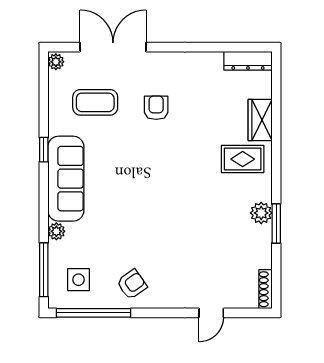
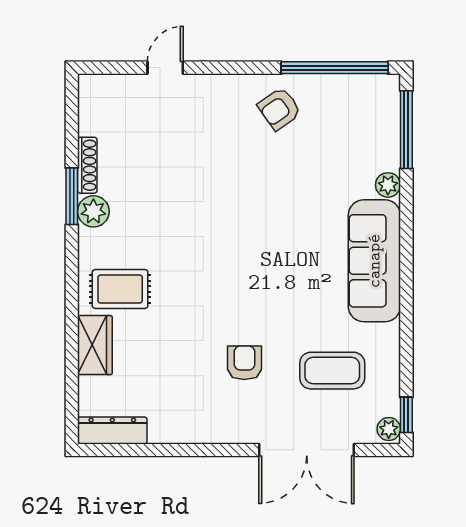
armchair: (156, 108) -> (244, 363), turned 180
window: (44, 150) -> (406, 415), moved
side table: (79, 280) -> (356, 115), removed
shoe rack: (265, 289) -> (87, 165), moved

